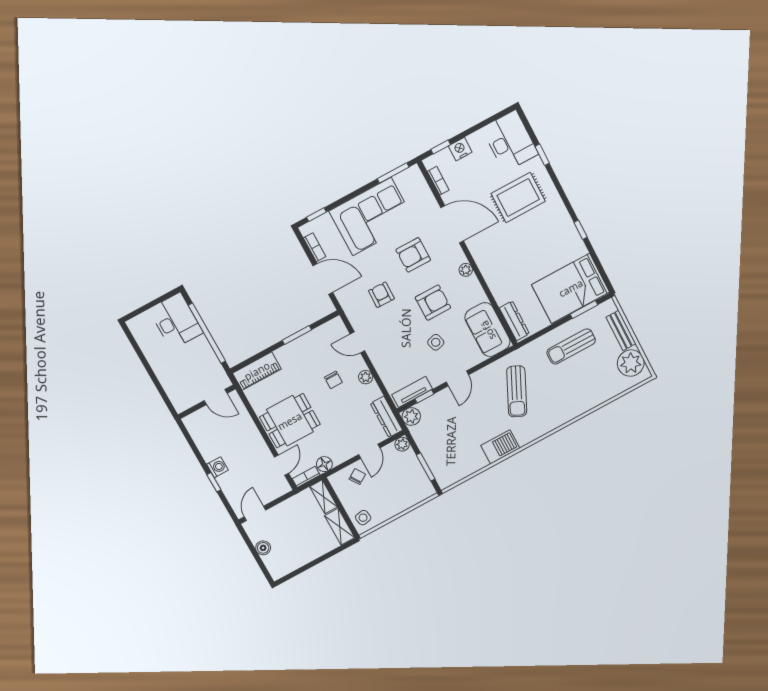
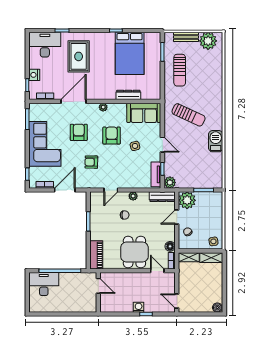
armchair: (413, 255) -> (79, 132), turned 180
bed: (571, 288) -> (130, 53), moved
dresser: (514, 321) -> (128, 95), moved
door: (216, 397) -> (98, 286), hinge flipped
plant: (402, 444) -> (187, 200), width x1.87, depth x1.87
door: (369, 451) -> (177, 217), swing flipped
boiler: (263, 548) -> (217, 308), moved

